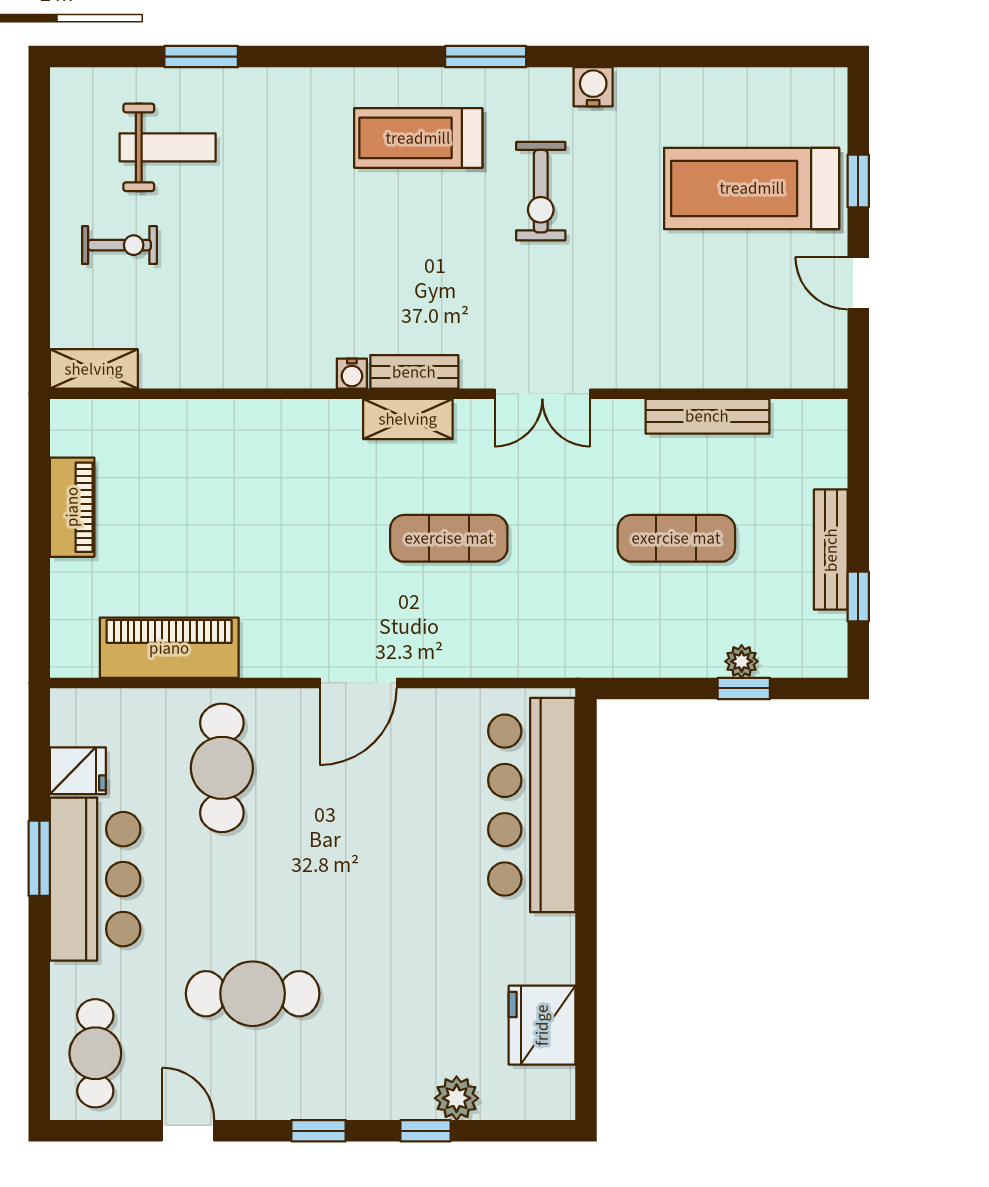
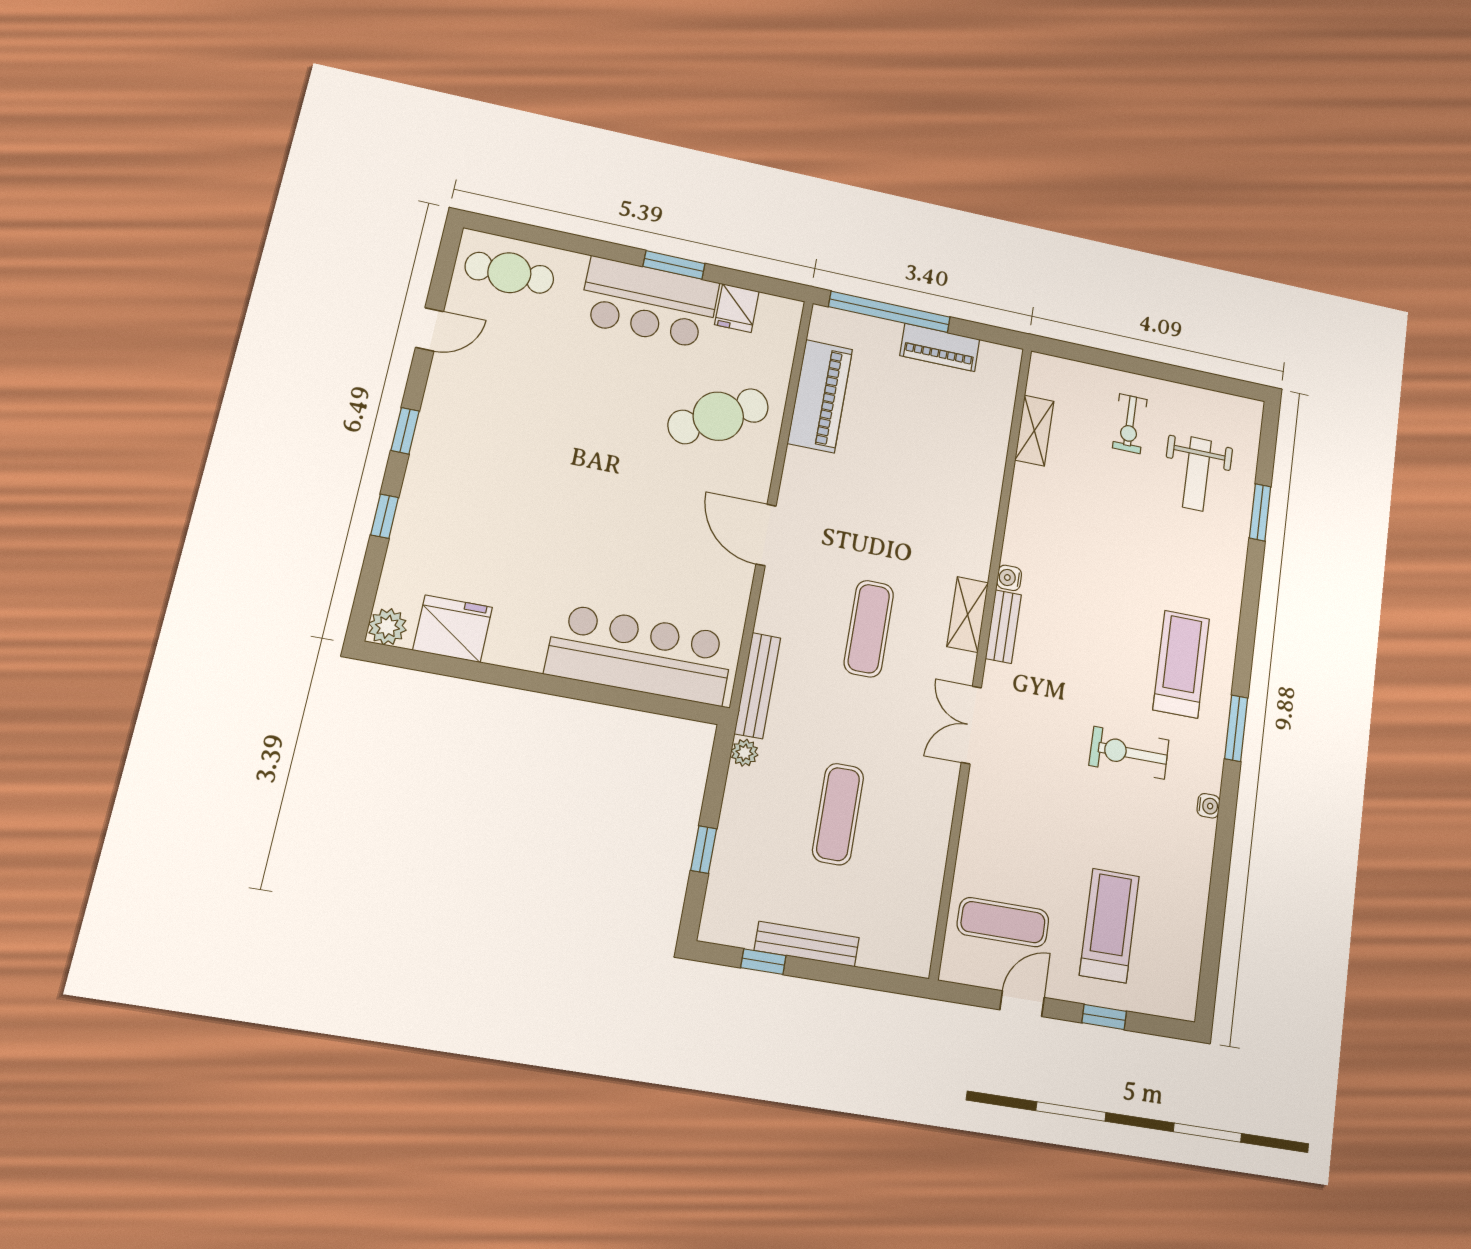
water cooler: (593, 87) -> (1208, 806), width x0.72, depth x0.72
treadmill: (752, 188) -> (1109, 925), width x0.73, depth x0.73
exercise mat: (769, 320) -> (1003, 922), added
shelving: (94, 369) -> (1034, 431), moved
bench: (707, 416) -> (757, 686), moved
window: (39, 579) -> (889, 312), added
plant: (742, 661) -> (745, 753), moved
cafe table: (222, 768) -> (718, 416), turned -30
cafe table: (253, 994) -> (531, 402), removed
plant: (457, 1098) -> (387, 627), moved

